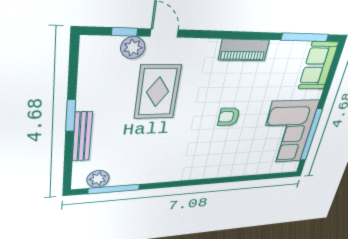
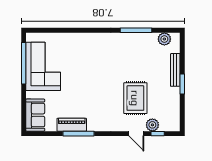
window: (305, 37) -> (78, 134), moved
piano: (244, 50) -> (72, 125), moved
armchair: (229, 117) -> (88, 80), removed
window: (114, 189) -> (136, 30), moved

